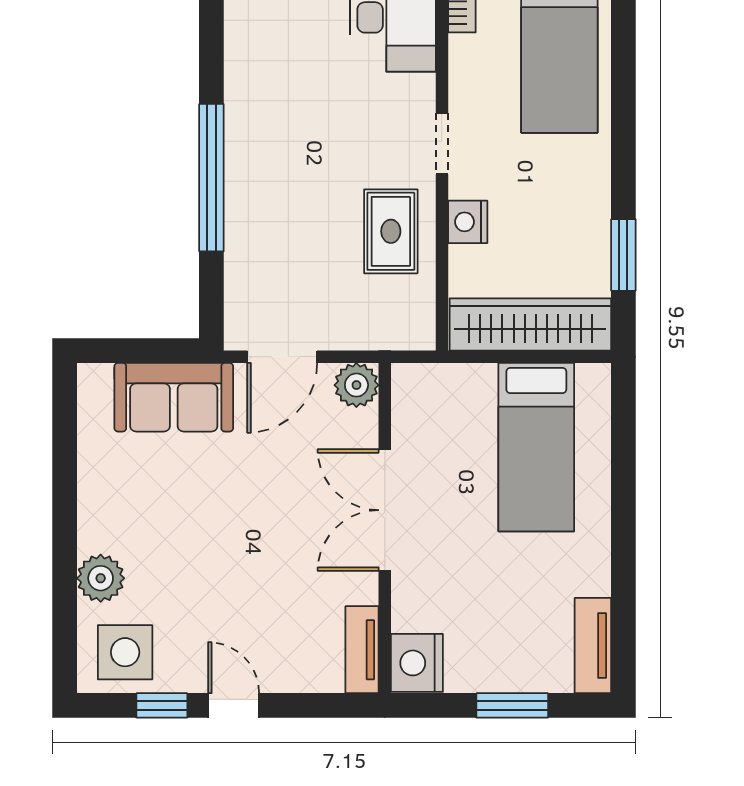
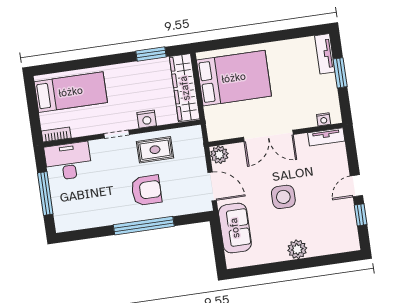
armchair: (296, 196) -> (146, 190), added
bed: (536, 447) -> (234, 78), width x1.50
plant: (101, 578) -> (297, 249), moved
tv unit: (593, 645) -> (325, 54), moved, turned 90
side table: (125, 652) -> (283, 197), moved
nightstand: (417, 663) -> (324, 119), width x0.53, depth x0.56

